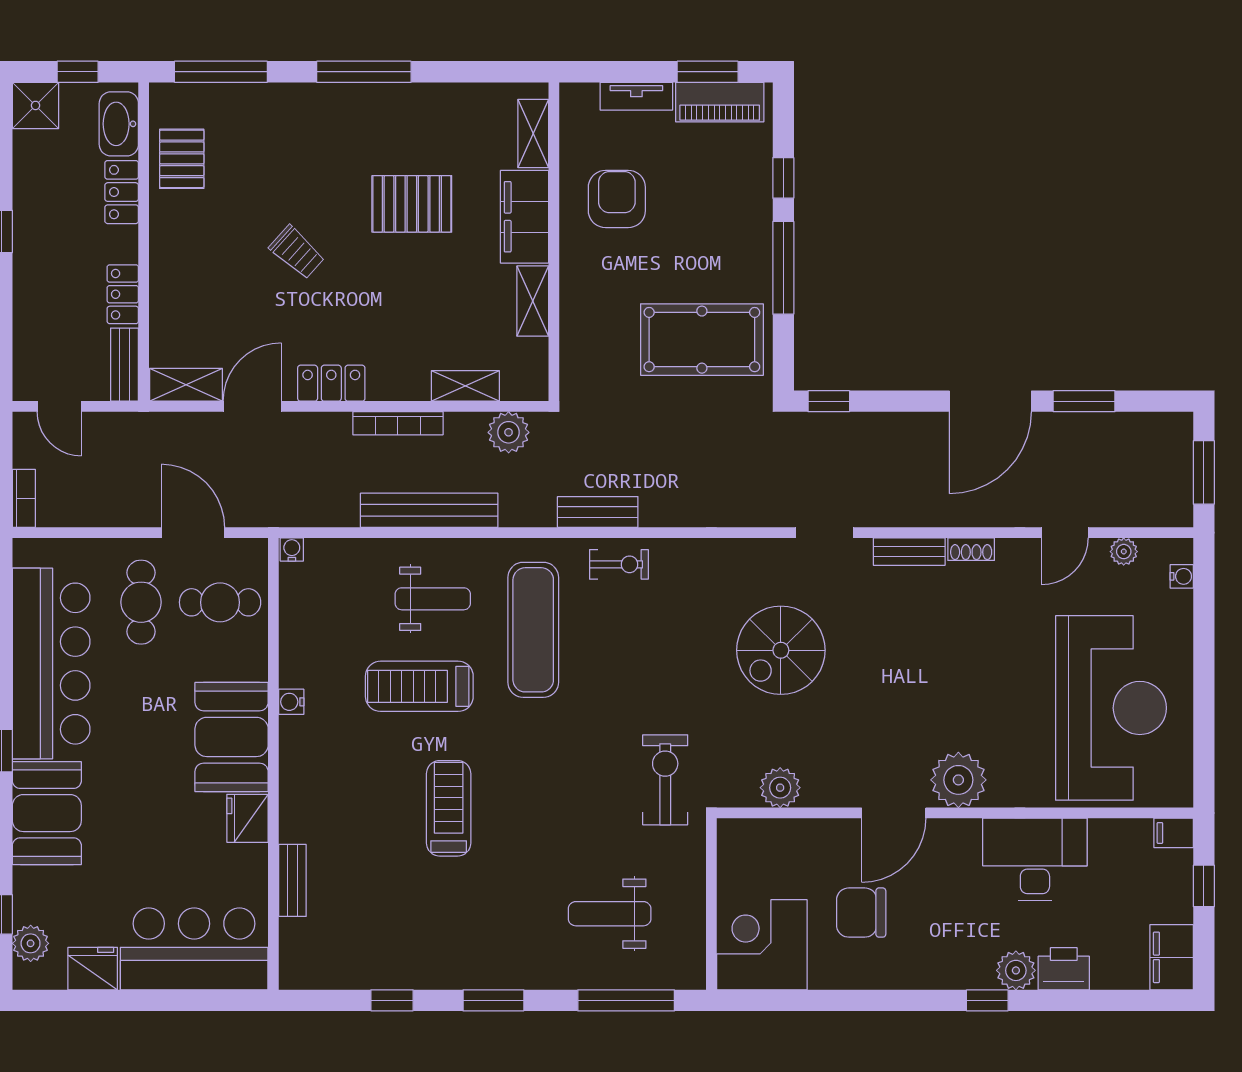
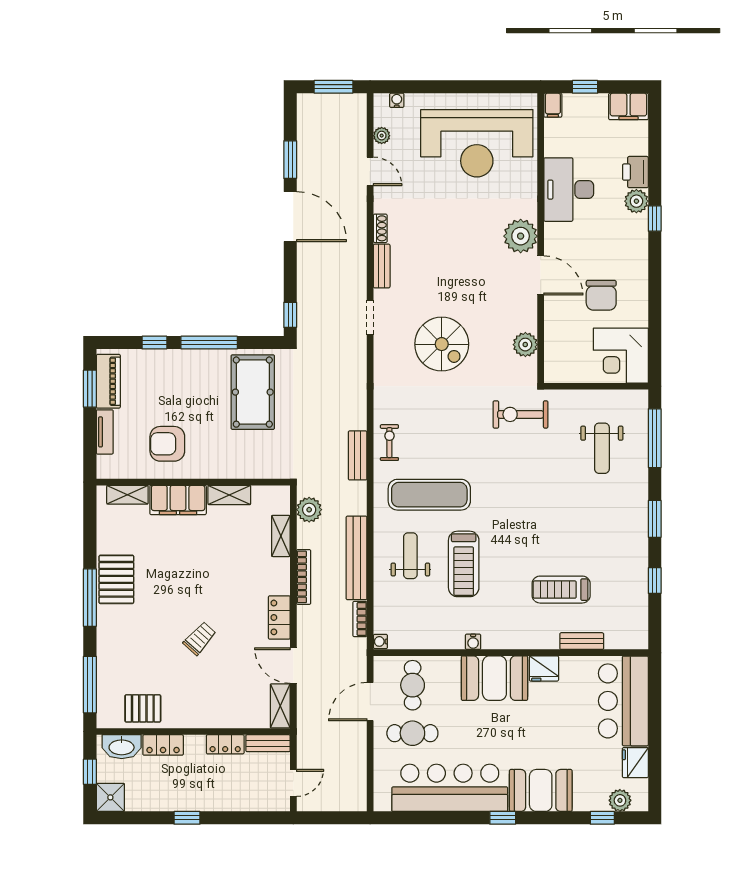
pallet: (412, 204) -> (116, 579), moved
bookcase: (24, 498) -> (360, 619), moved, turned -90
reception desk: (1111, 708) -> (477, 143), turned 180
treadmill: (449, 808) -> (561, 590), moved

